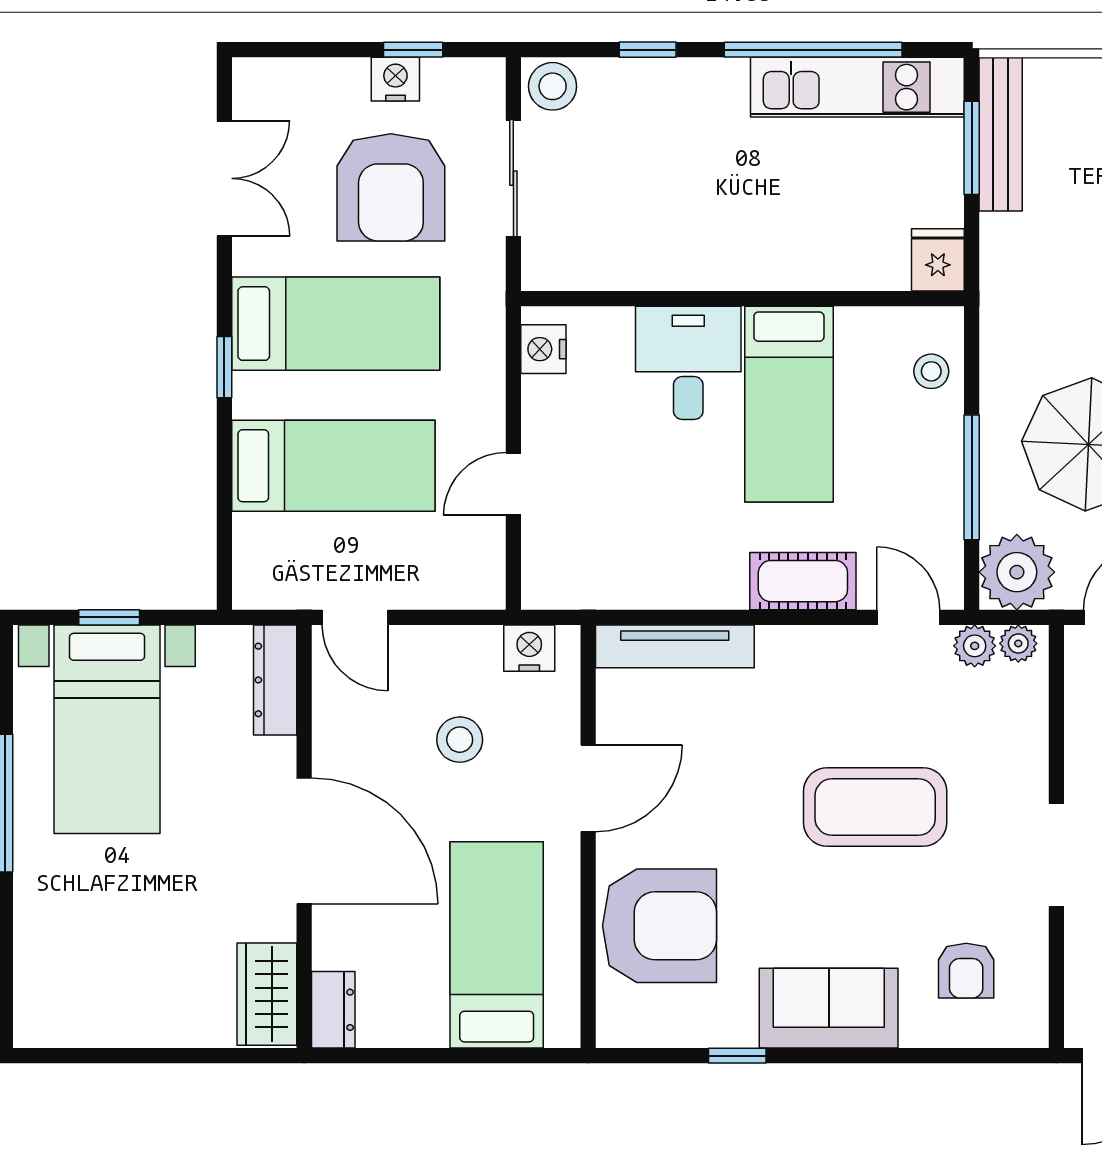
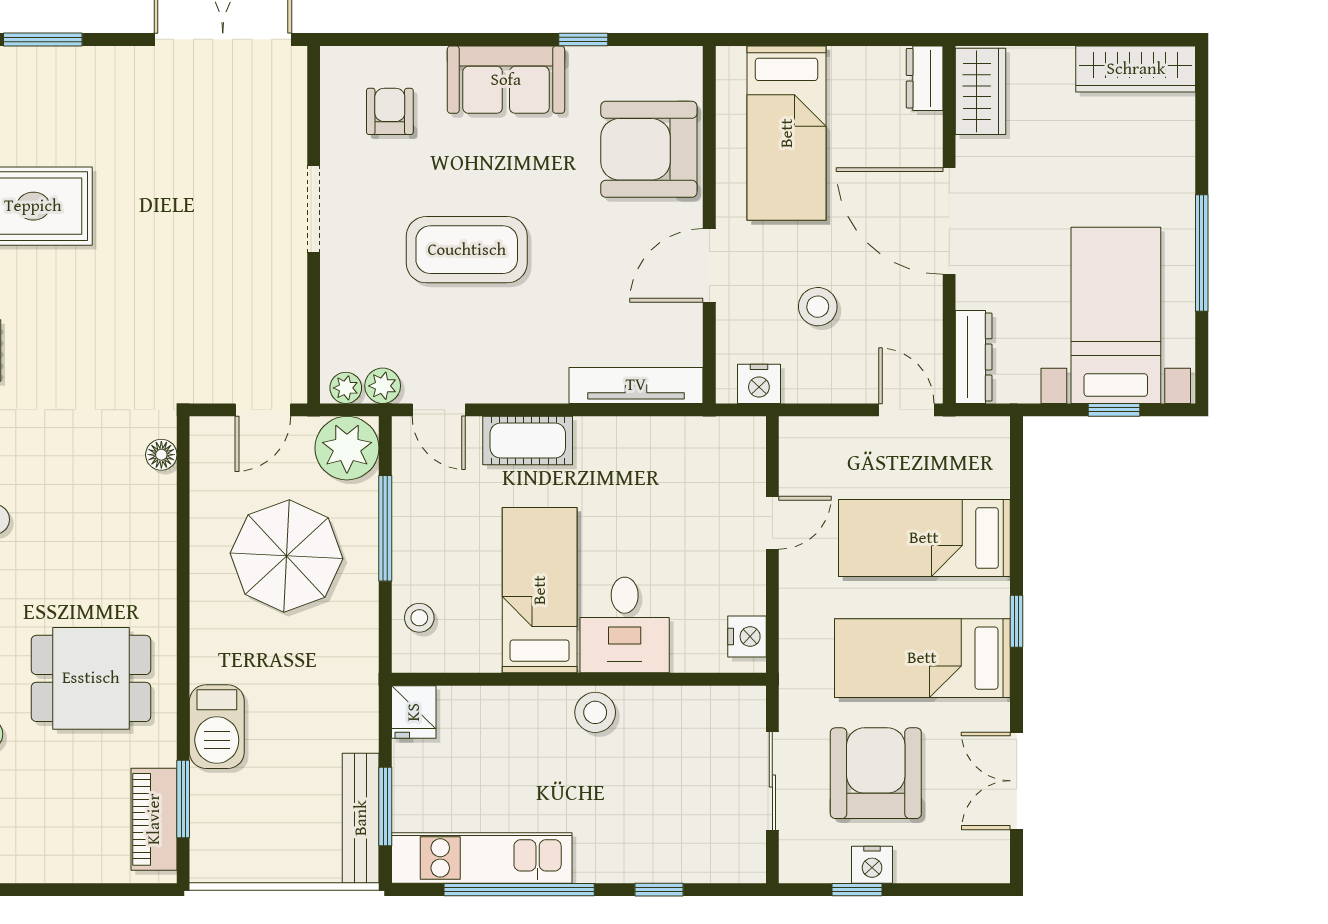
stool: (553, 86) -> (595, 712), moved
wardrobe: (84, 1021) -> (1136, 69), added

